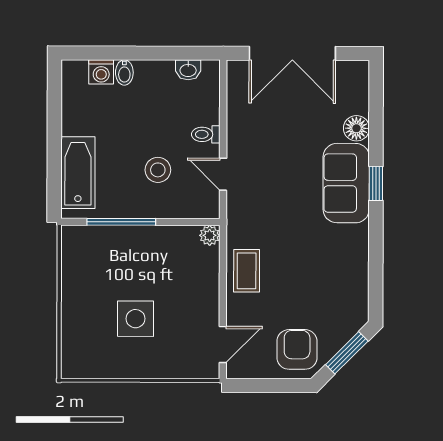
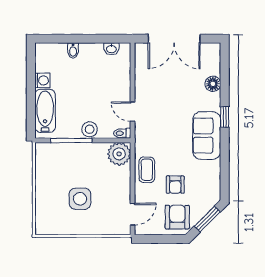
washing machine: (101, 72) -> (42, 80), moved, turned -90
toilet: (206, 134) -> (122, 133), moved
stool: (158, 170) -> (90, 129), moved
sofa: (346, 183) -> (207, 136), moved
plant: (210, 235) -> (119, 154), width x1.87, depth x1.87
armchair: (294, 296) -> (175, 185), added

